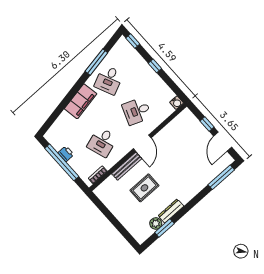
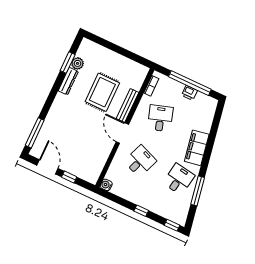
desk: (109, 80) -> (179, 179), turned 33
rug: (144, 188) -> (102, 92), width x1.36, depth x1.43

